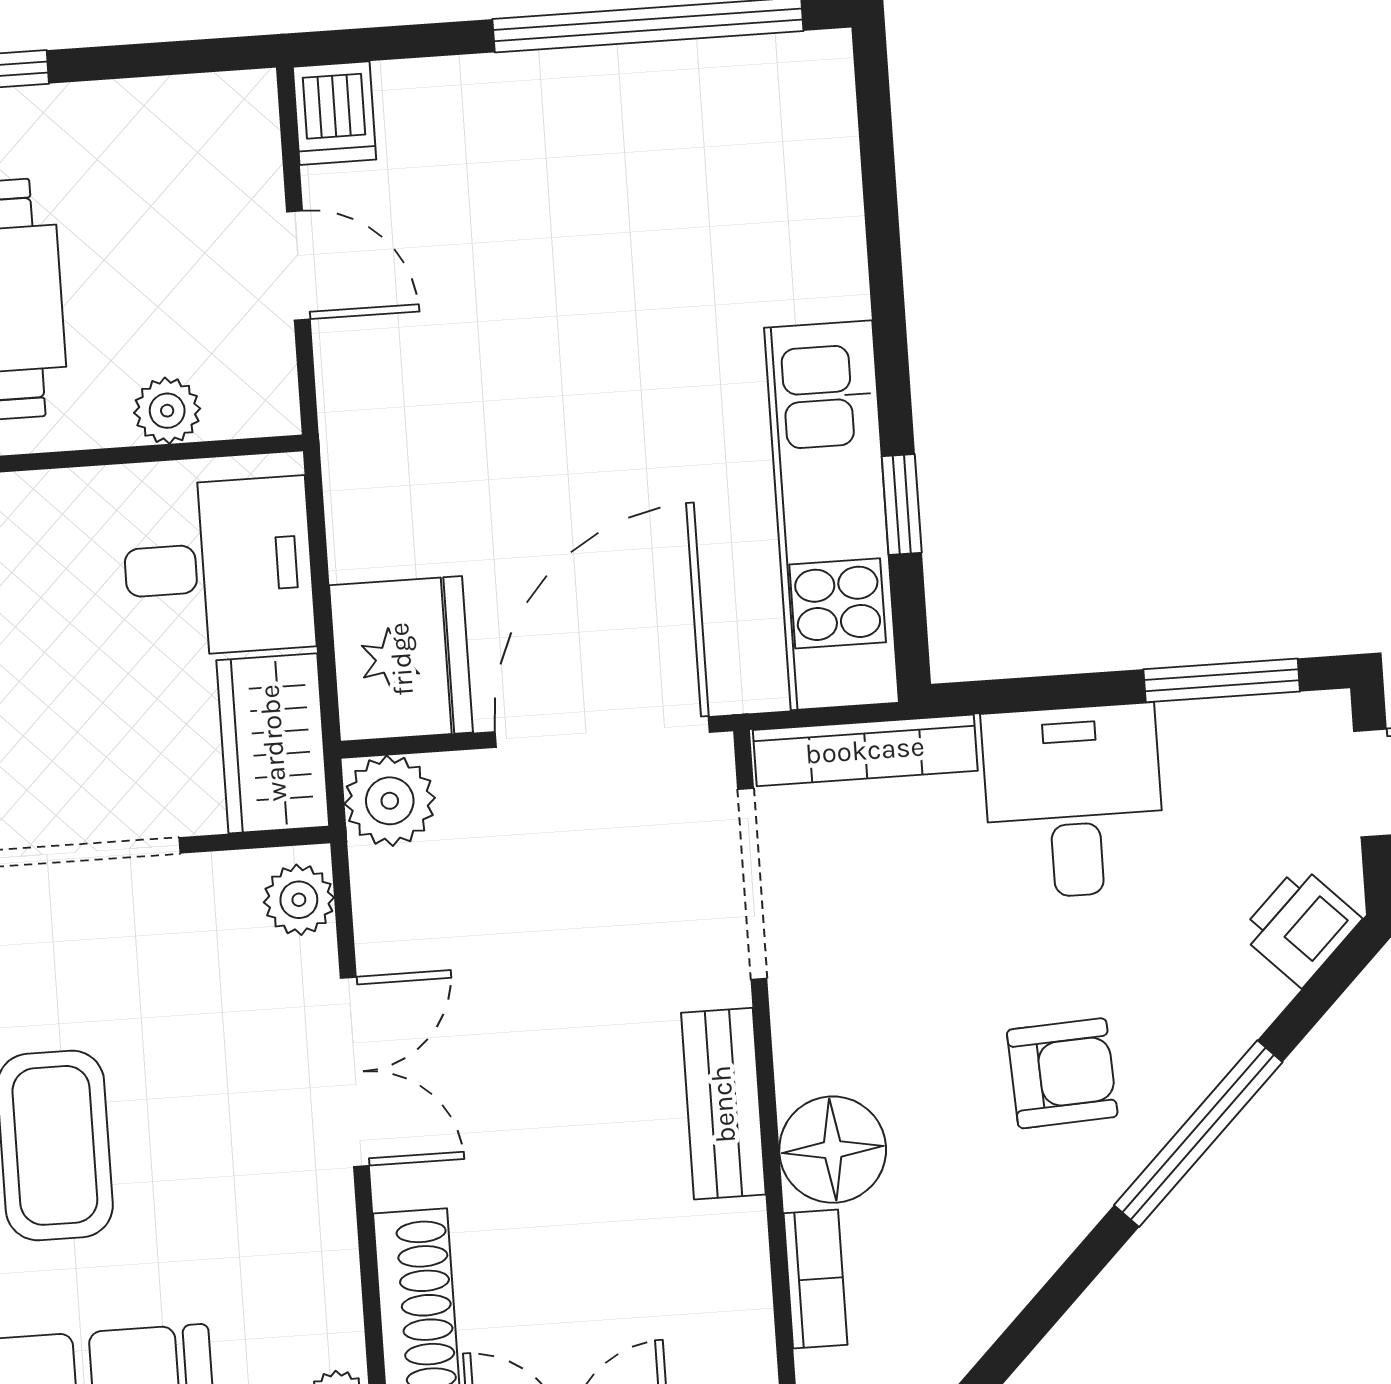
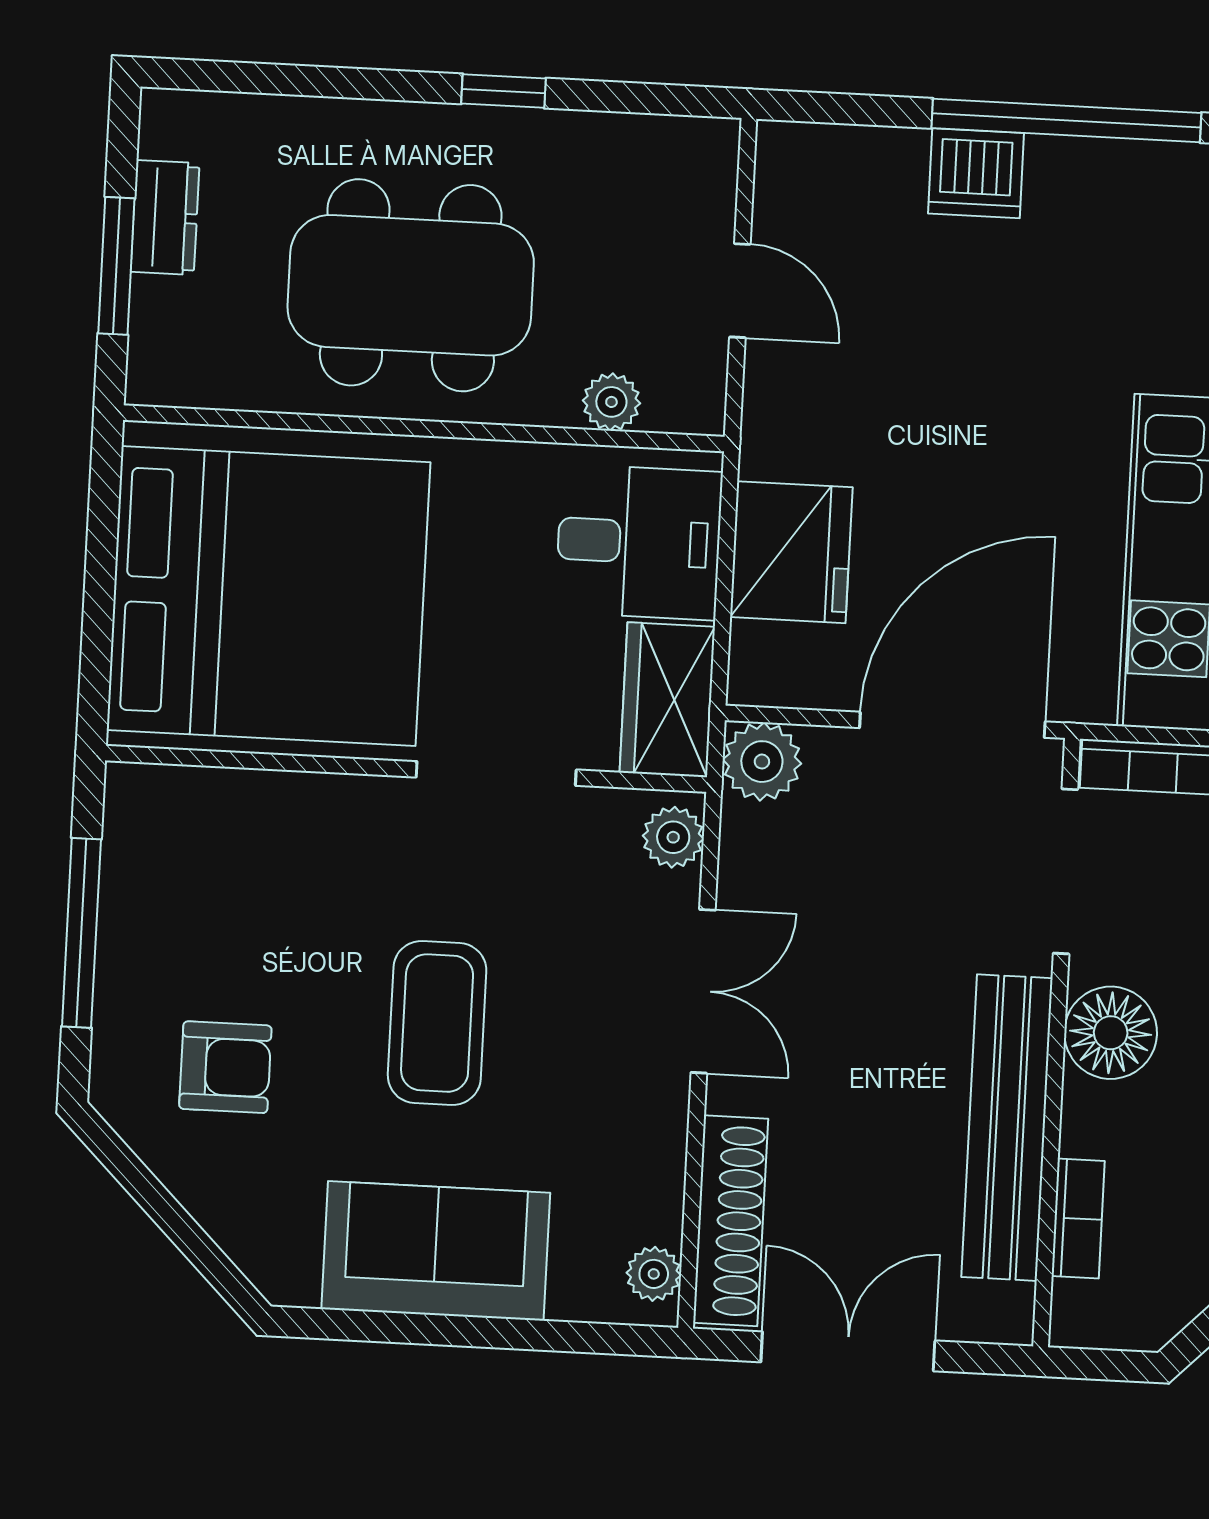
dishwasher: (335, 113) -> (976, 173), moved, width x1.38
fridge: (401, 659) -> (791, 552), moved
bench: (723, 1104) -> (1007, 1128), width x1.86, depth x1.21
floor lamp: (833, 1150) -> (1111, 1033), moved

